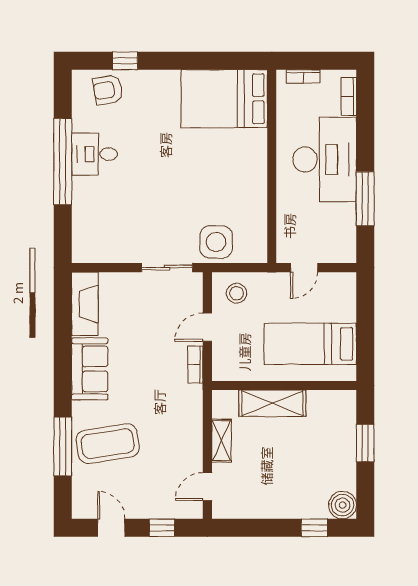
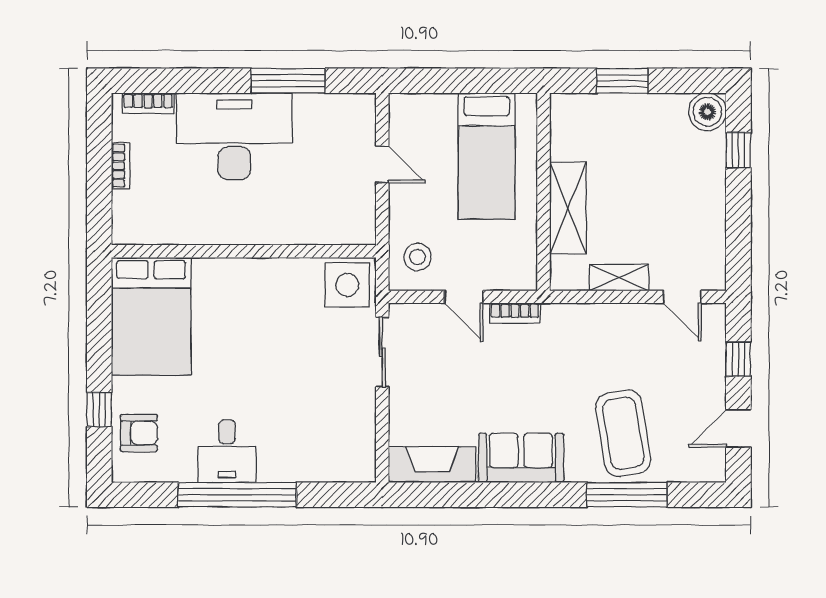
armchair: (108, 90) -> (139, 433), turned -80
bed: (224, 99) -> (151, 316), moved
wall: (272, 166) -> (244, 251), moved

